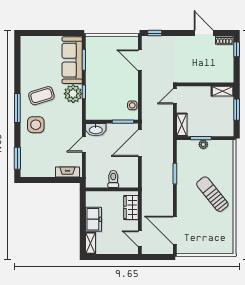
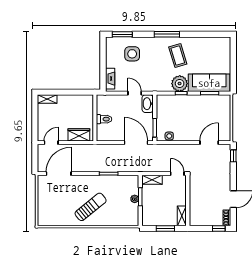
side table: (36, 125) -> (132, 54), moved
freezer: (93, 219) -> (68, 102), removed

